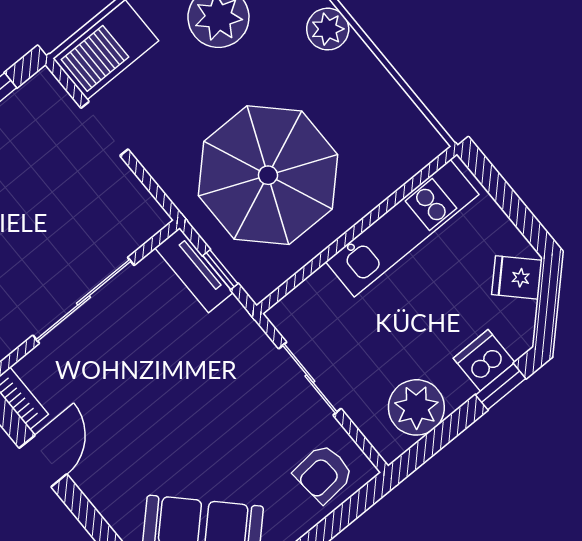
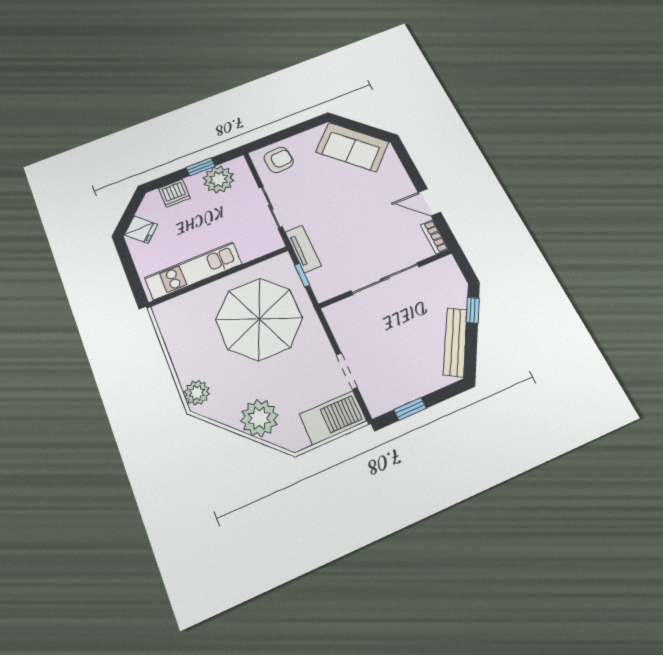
tv unit: (194, 270) -> (303, 249), moved
window: (501, 387) -> (201, 167), moved
door: (43, 461) -> (429, 202), hinge flipped

